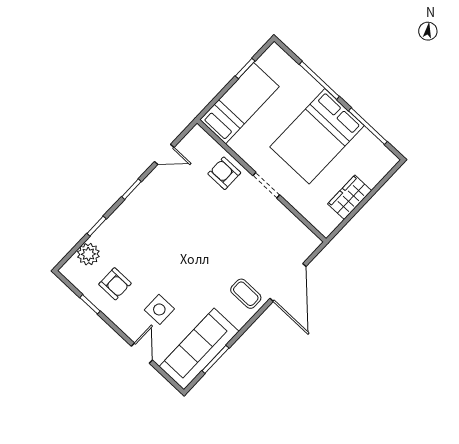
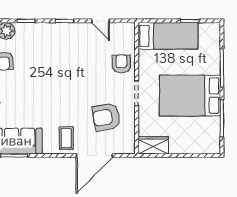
wardrobe: (350, 197) -> (153, 145), moved
armchair: (262, 236) -> (106, 117), added
side table: (159, 309) -> (13, 99), removed

